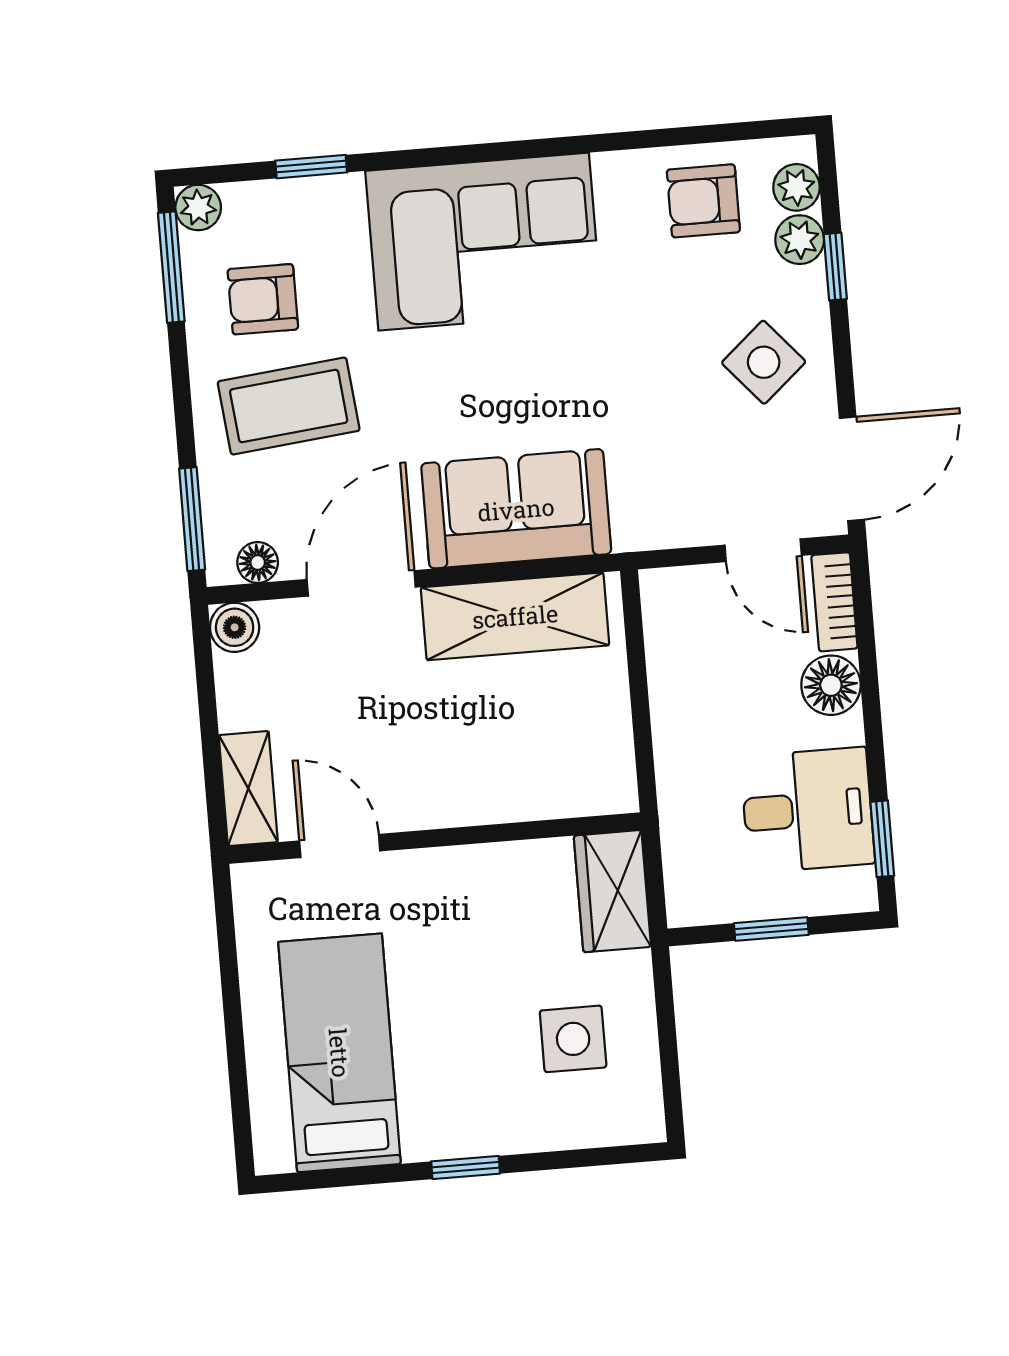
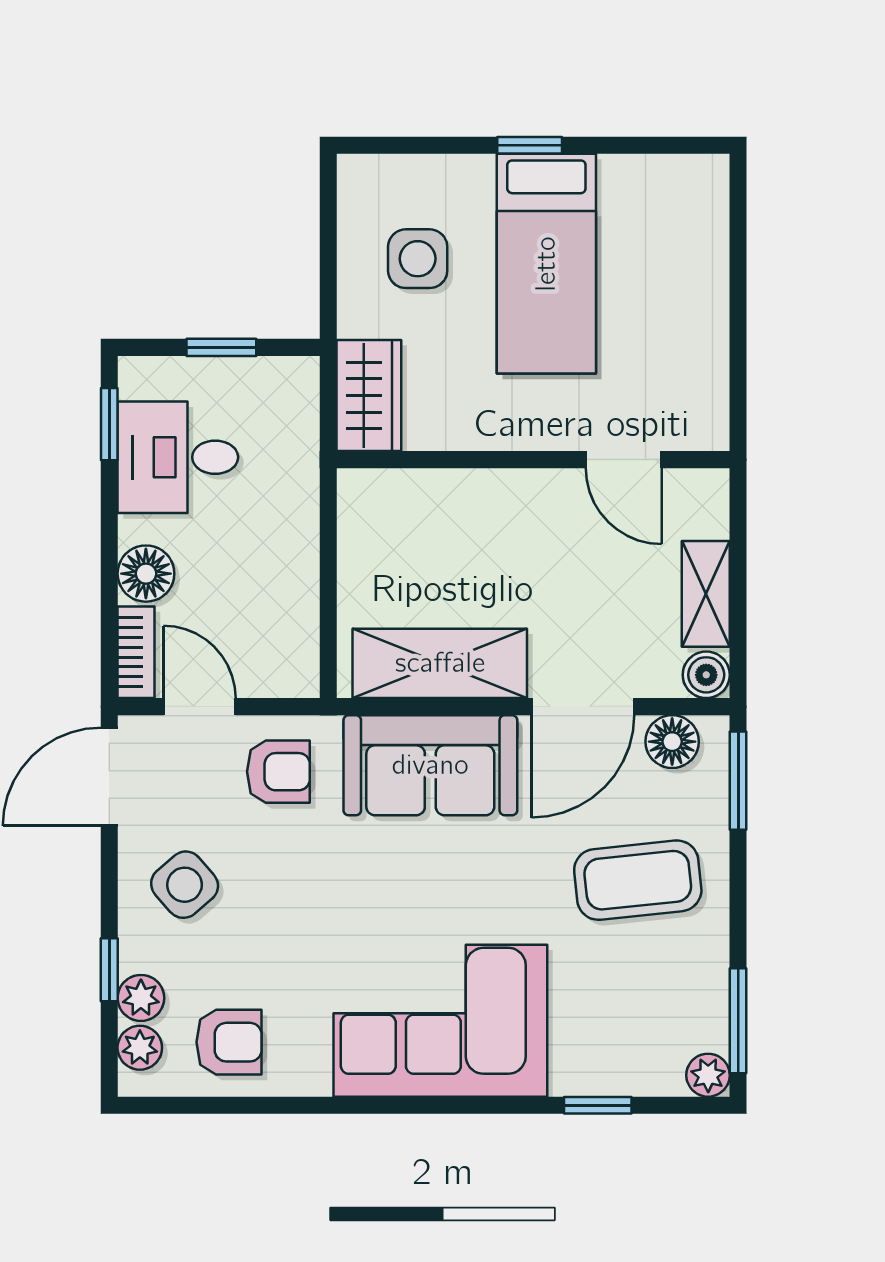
armchair: (263, 299) -> (278, 772), moved
floor lamp: (258, 563) -> (672, 742), width x1.37, depth x1.37
shelving: (248, 789) -> (706, 594), moved
bed: (340, 1053) -> (546, 264), moved

